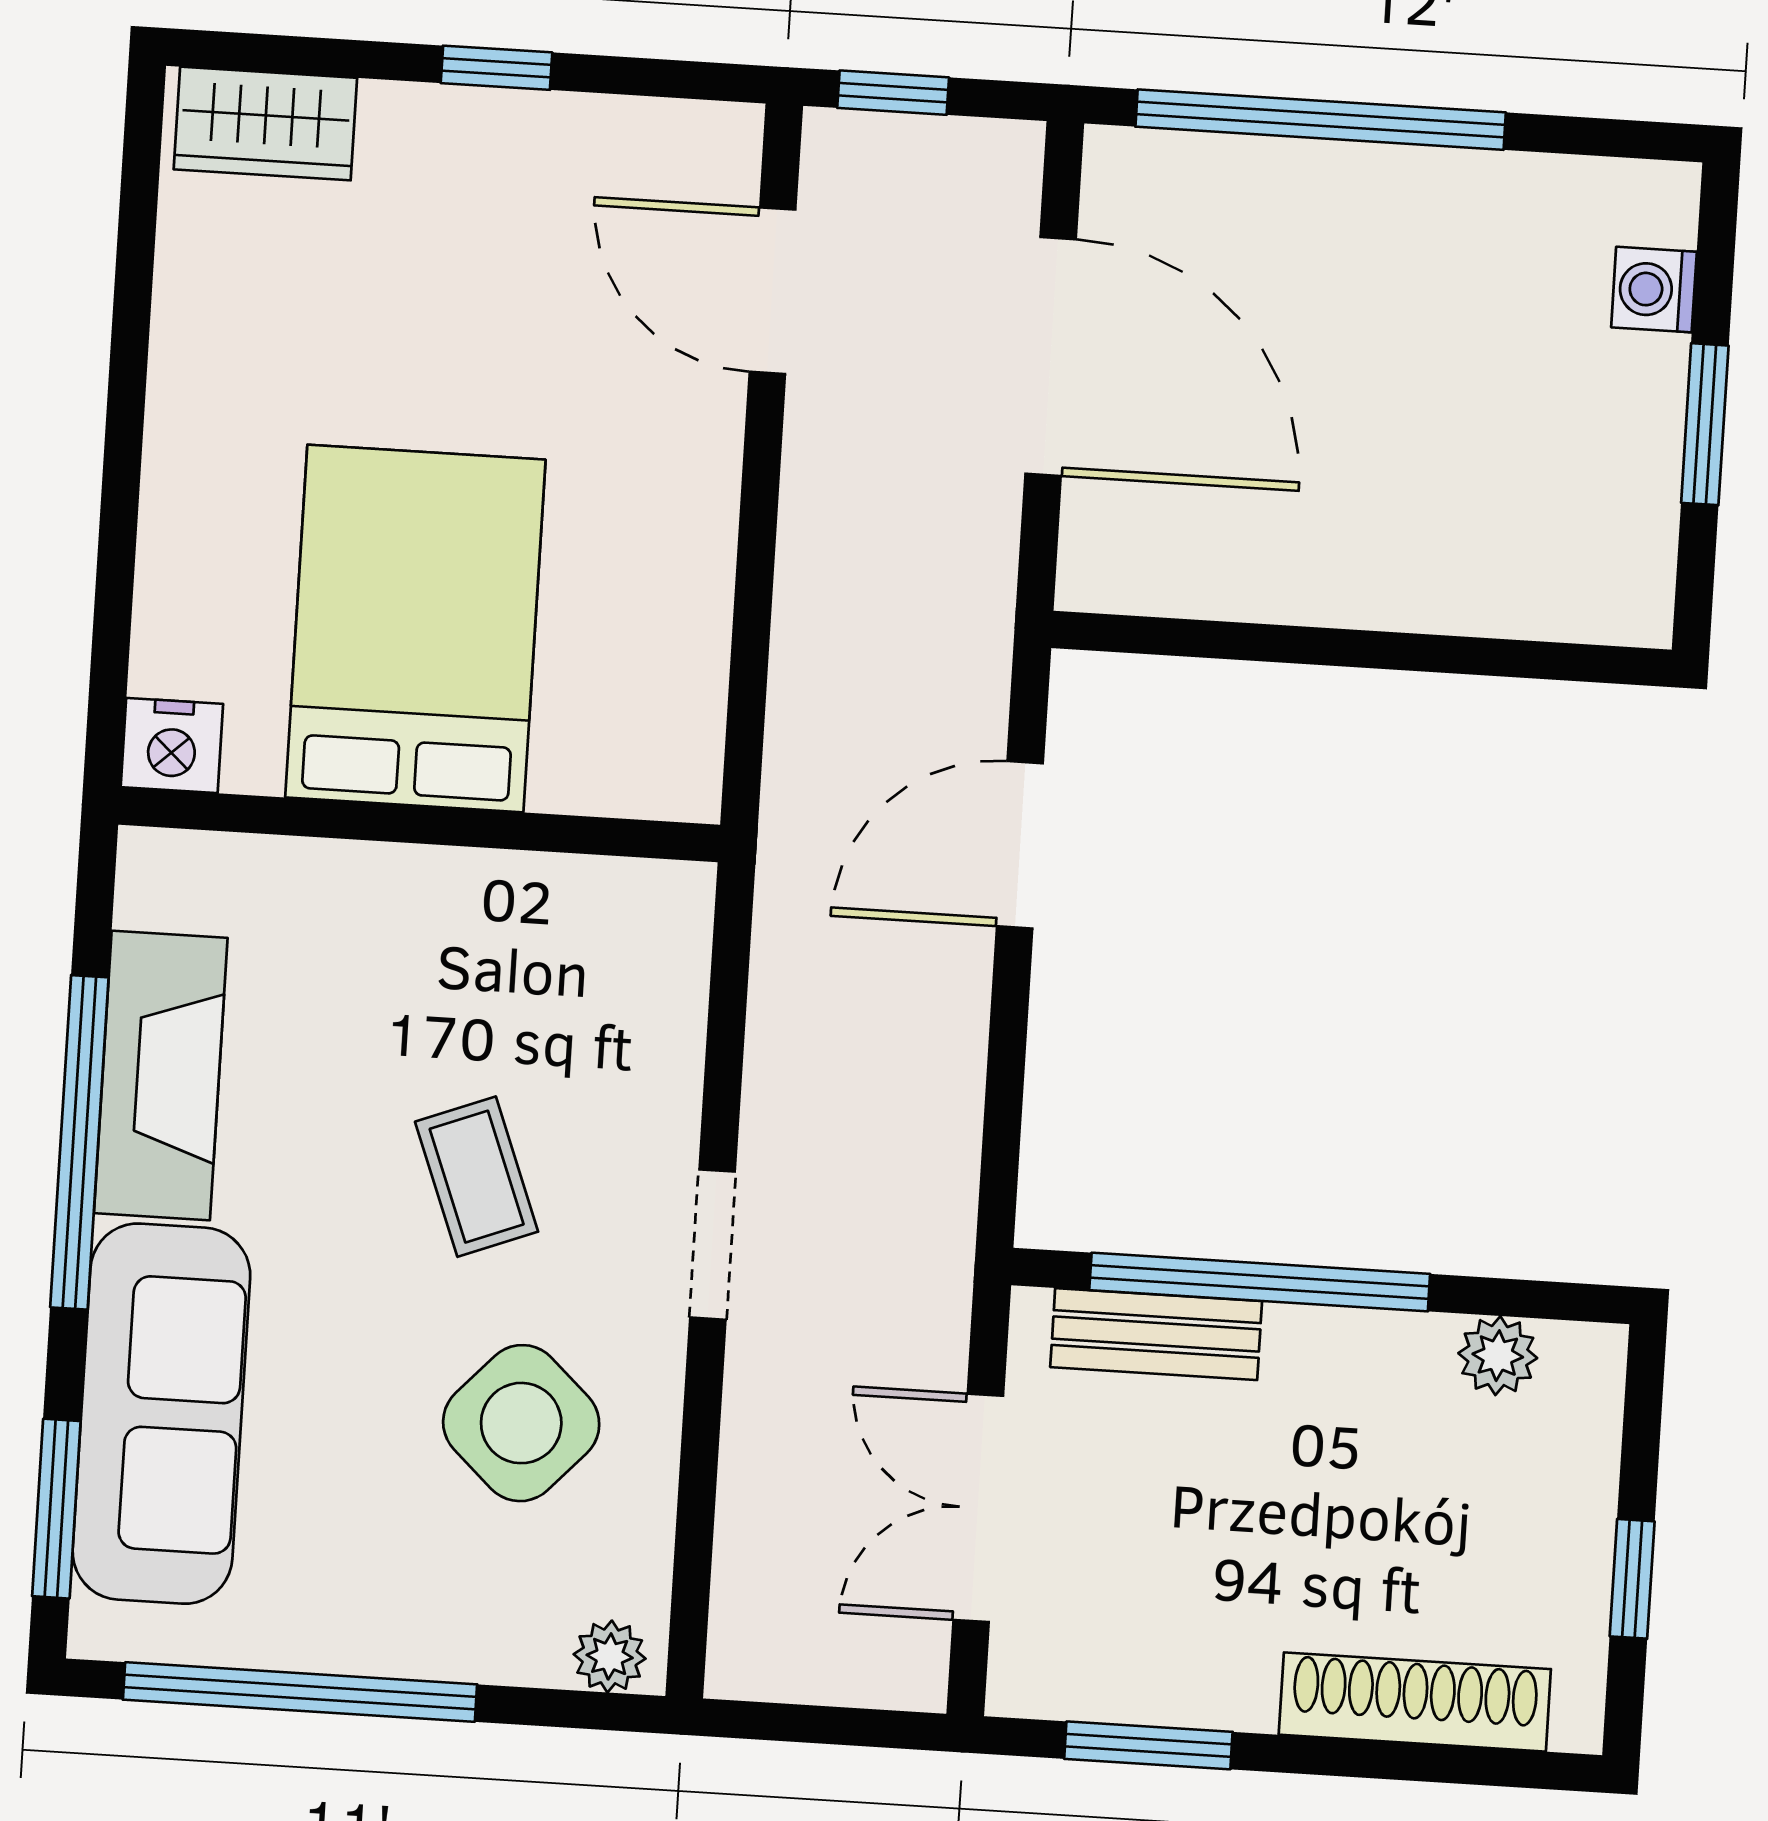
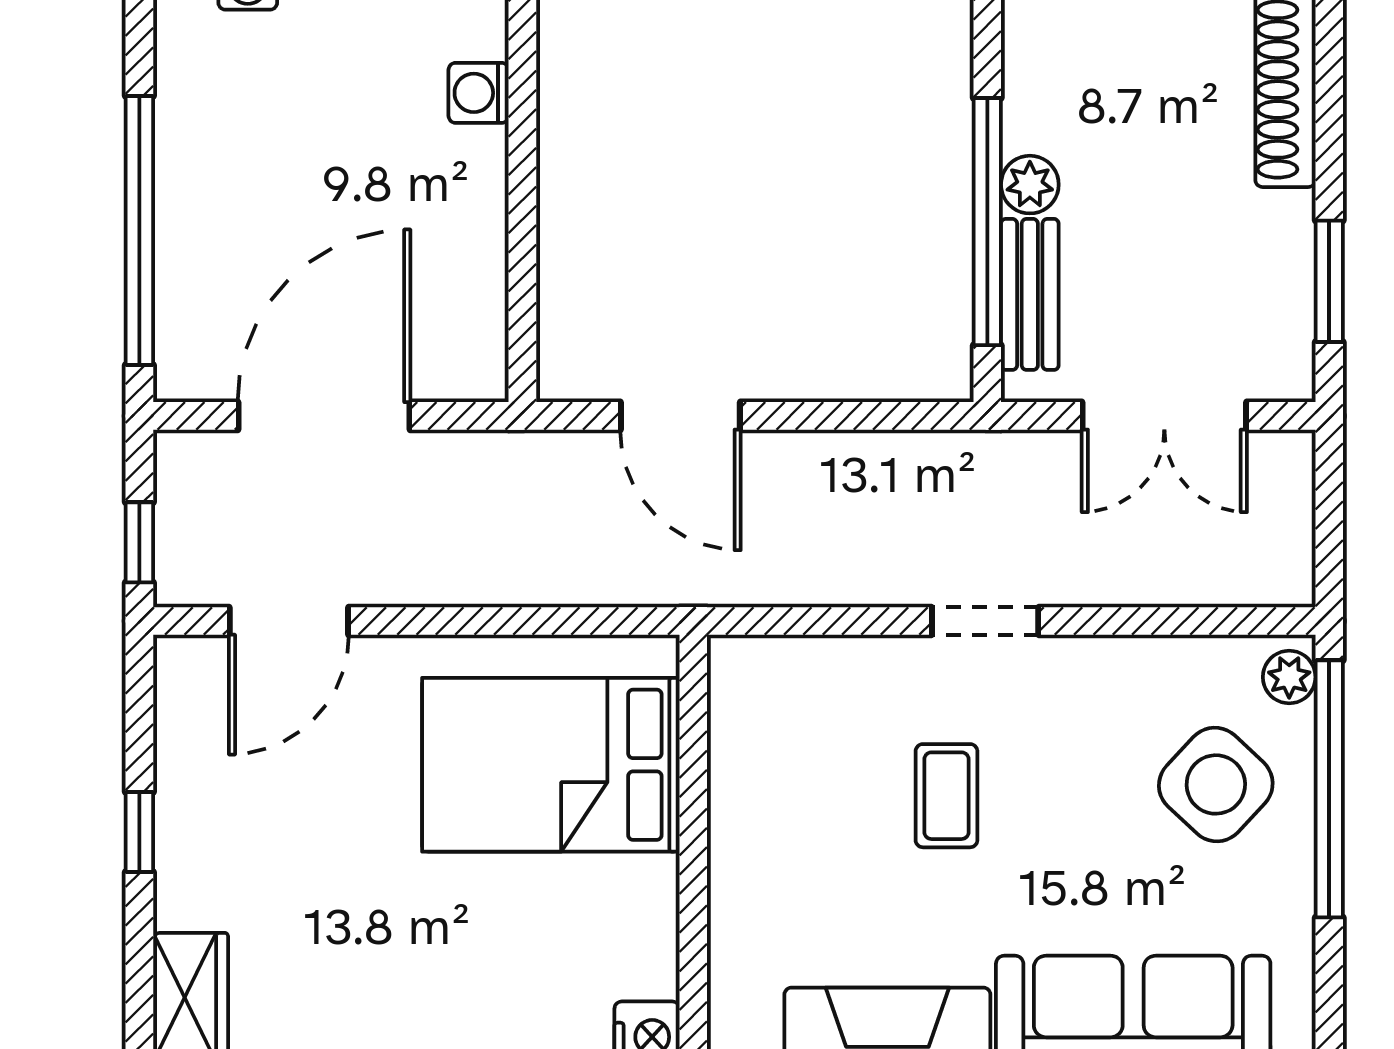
washing machine: (1480, 596) -> (479, 93), added
bed: (415, 629) -> (551, 765), moved
coffee table: (477, 1177) -> (946, 796), turned -69
plant: (1498, 1356) -> (1030, 185), moved
side table: (521, 1423) -> (1216, 784), moved
window: (300, 1692) -> (1329, 789), moved

